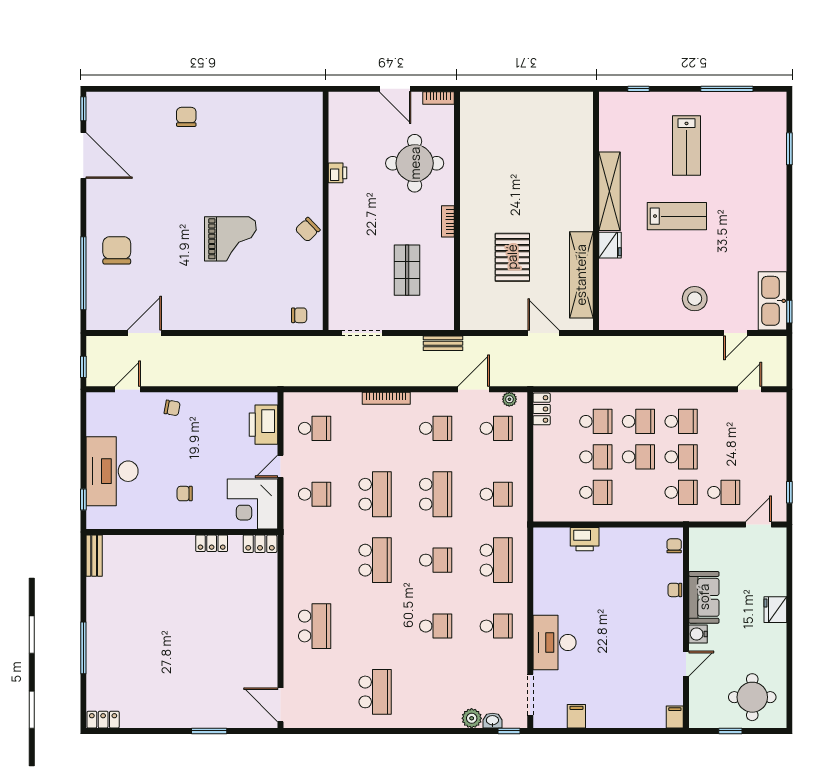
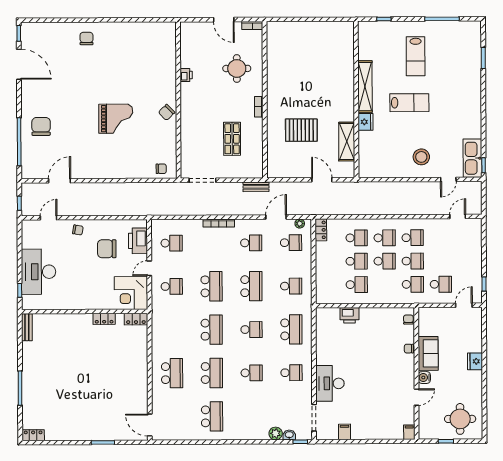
round table: (415, 163) -> (237, 68), width x0.73, depth x0.73
pallet: (512, 257) -> (301, 130), turned 90
shelving: (581, 275) -> (347, 142), width x0.68
chair: (185, 494) -> (107, 249), moved, width x1.87, depth x1.87
school desk: (375, 626) -> (212, 373), added

